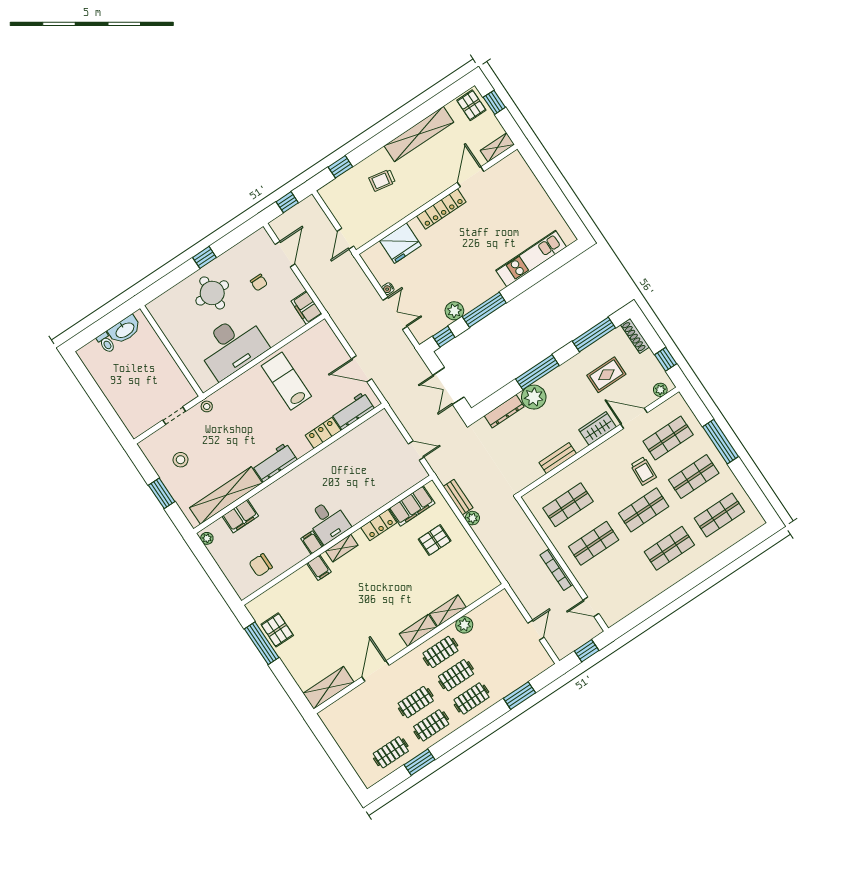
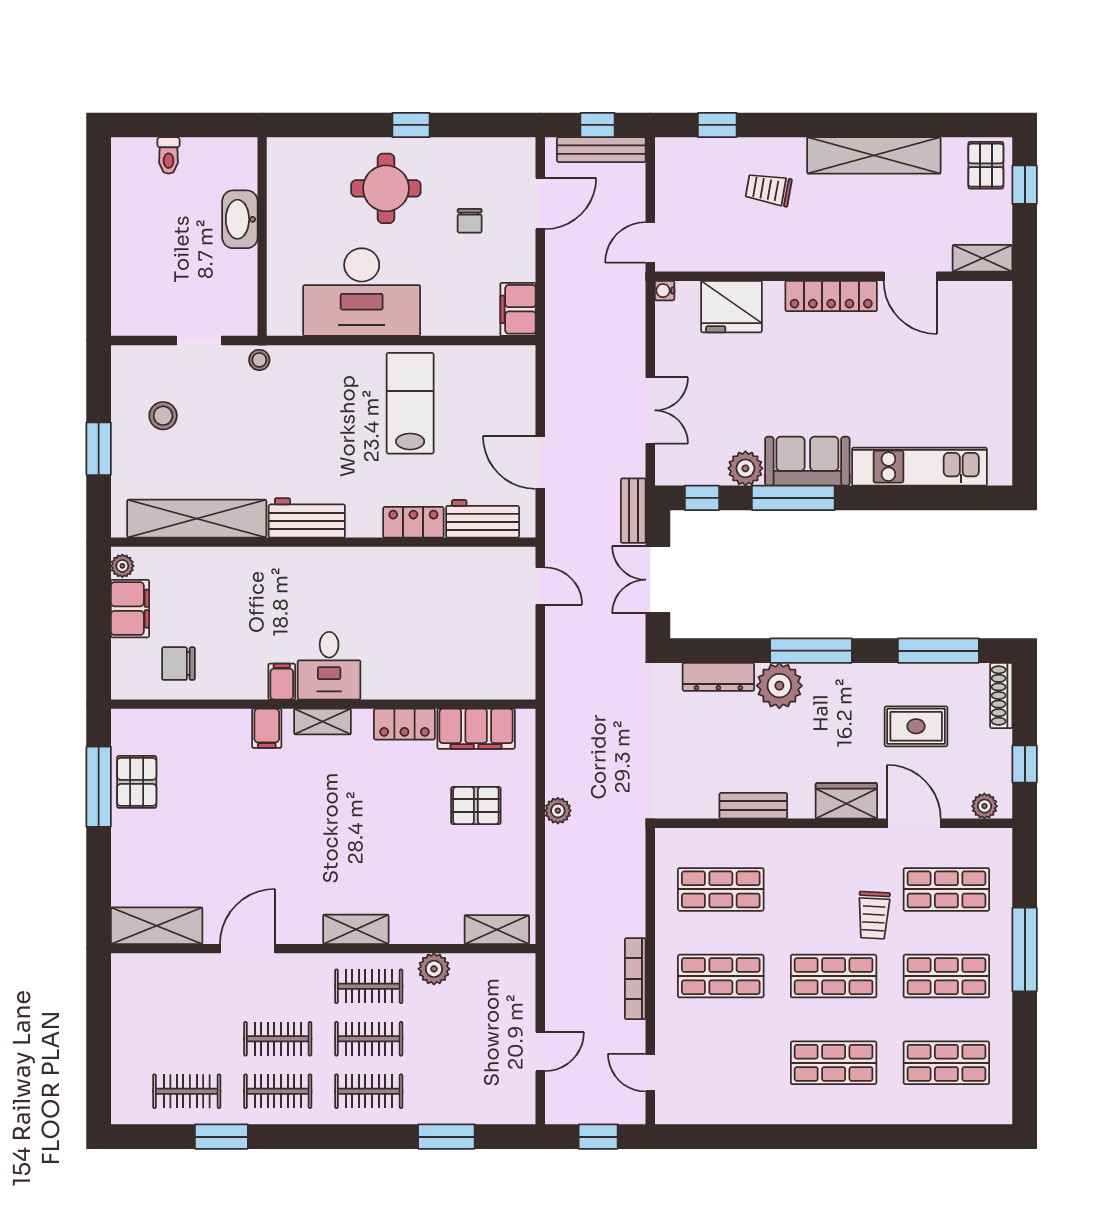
door: (471, 177) -> (910, 276), swing flipped
bench: (296, 212) -> (601, 150), added
water cooler: (388, 289) -> (665, 291), moved
sofa: (480, 289) -> (807, 461), added
washbasin: (125, 330) -> (240, 219), moved, turned 90
door: (416, 451) -> (540, 586), moved
bench: (458, 497) -> (633, 511), moved
filing cabinet: (240, 516) -> (130, 609), moved, turned -90
shelving: (448, 611) -> (497, 930), moved

